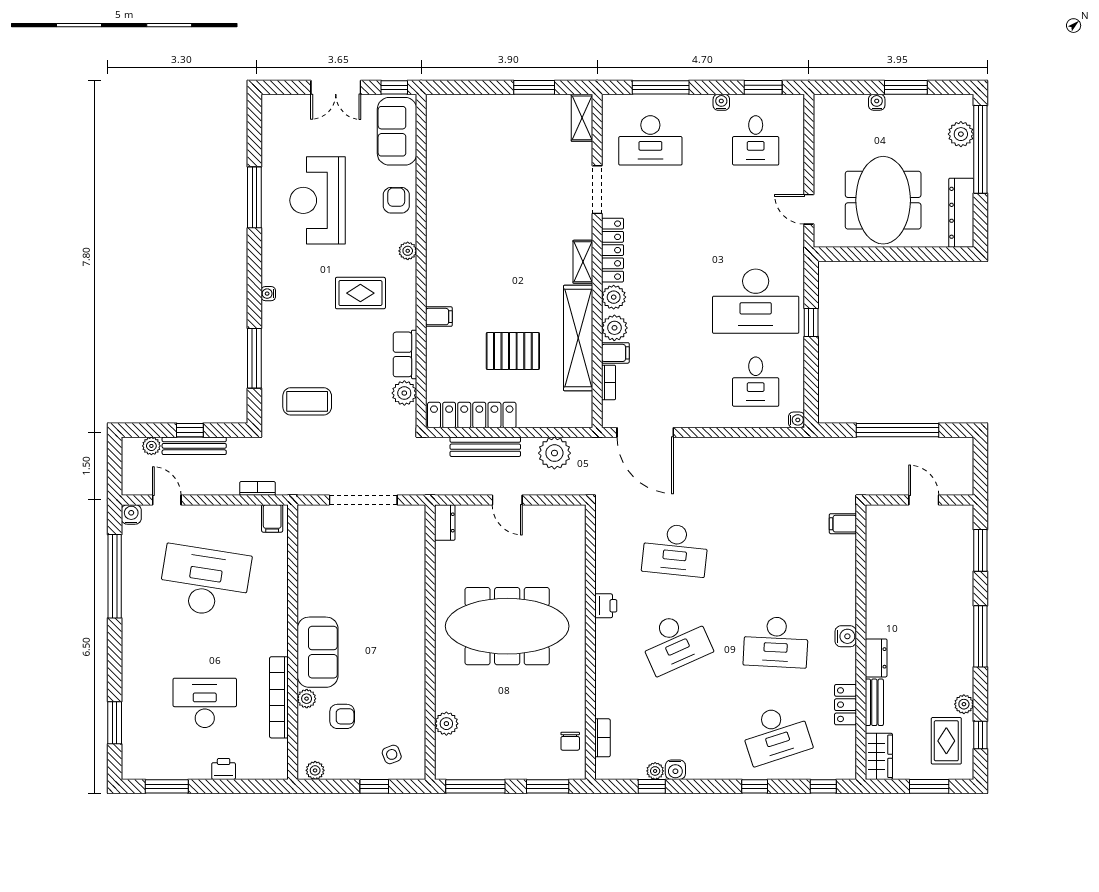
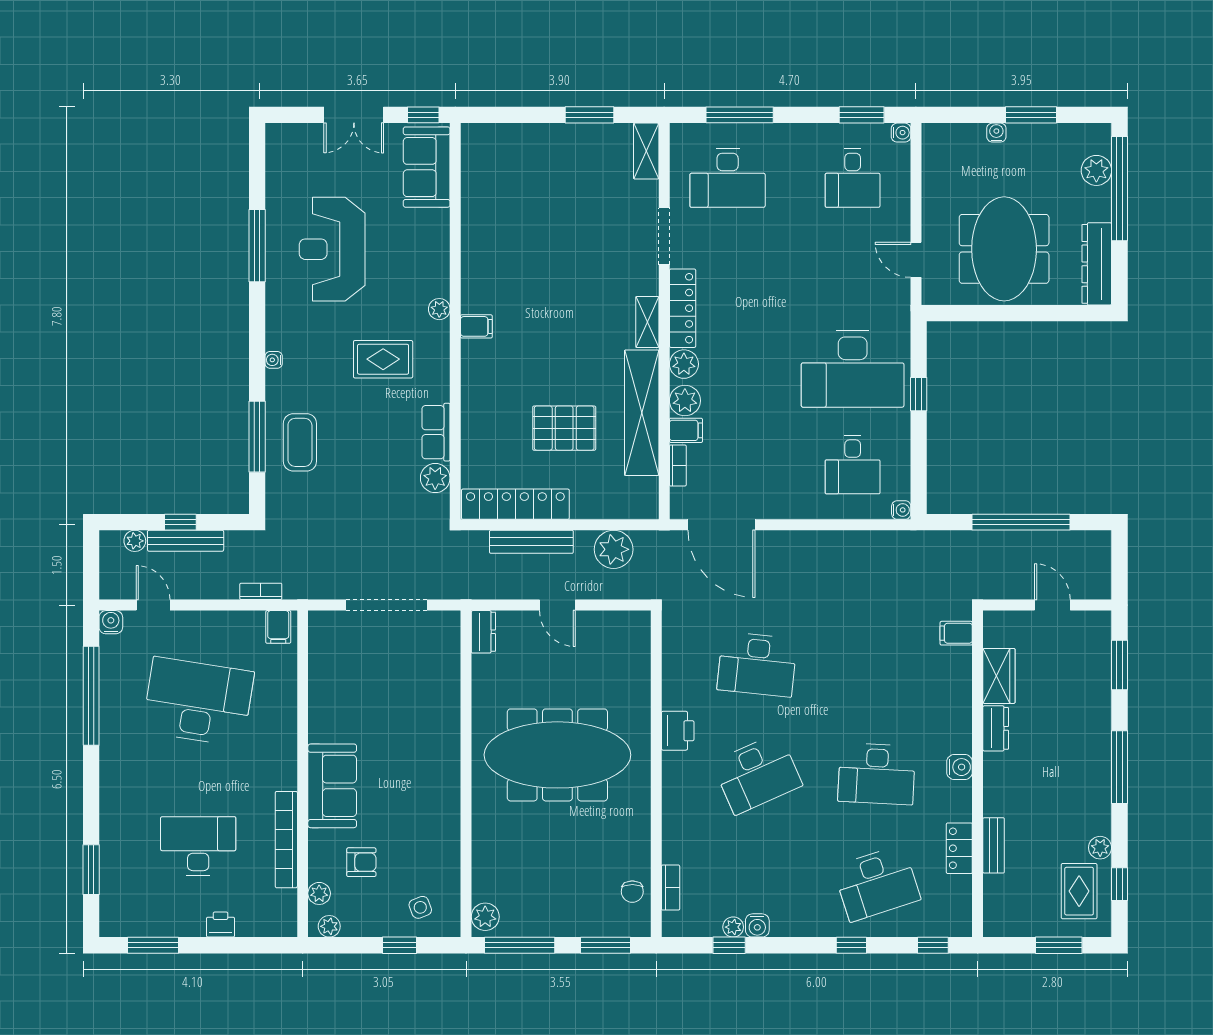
water cooler: (721, 102) -> (901, 133), moved, turned 90
armchair: (396, 200) -> (426, 249), removed
filing cabinet: (439, 317) -> (476, 326), moved
coffee table: (307, 401) -> (300, 442), moved, turned 90
printer: (606, 606) -> (678, 731), width x1.36, depth x1.24
dresser: (876, 658) -> (996, 728), moved
plant: (307, 699) -> (319, 893), moved
plant: (446, 724) -> (485, 917), moved
wardrobe: (879, 756) -> (999, 676), moved

